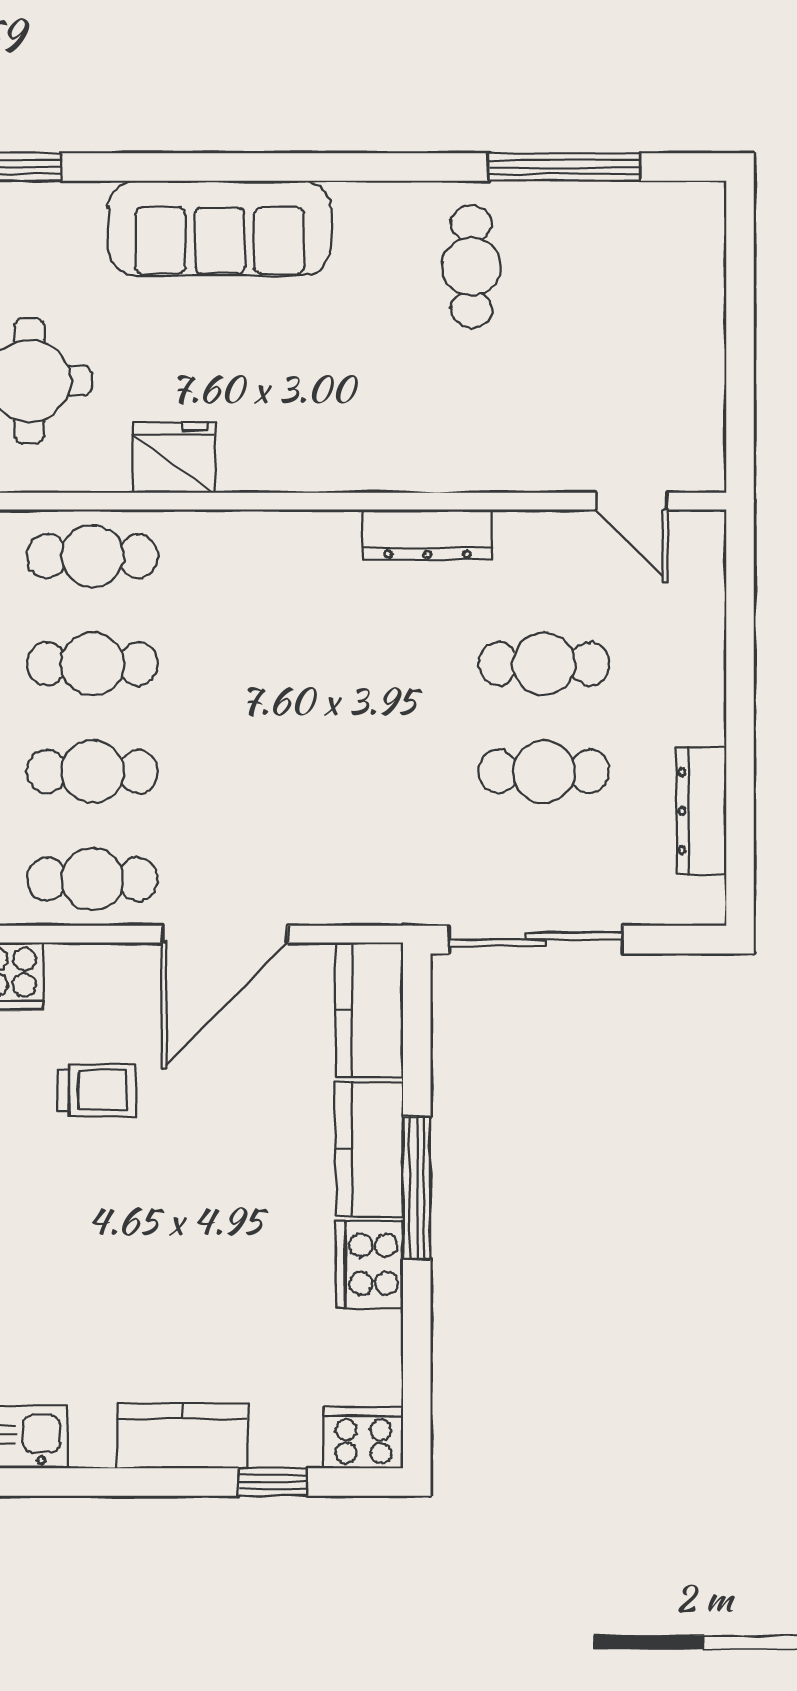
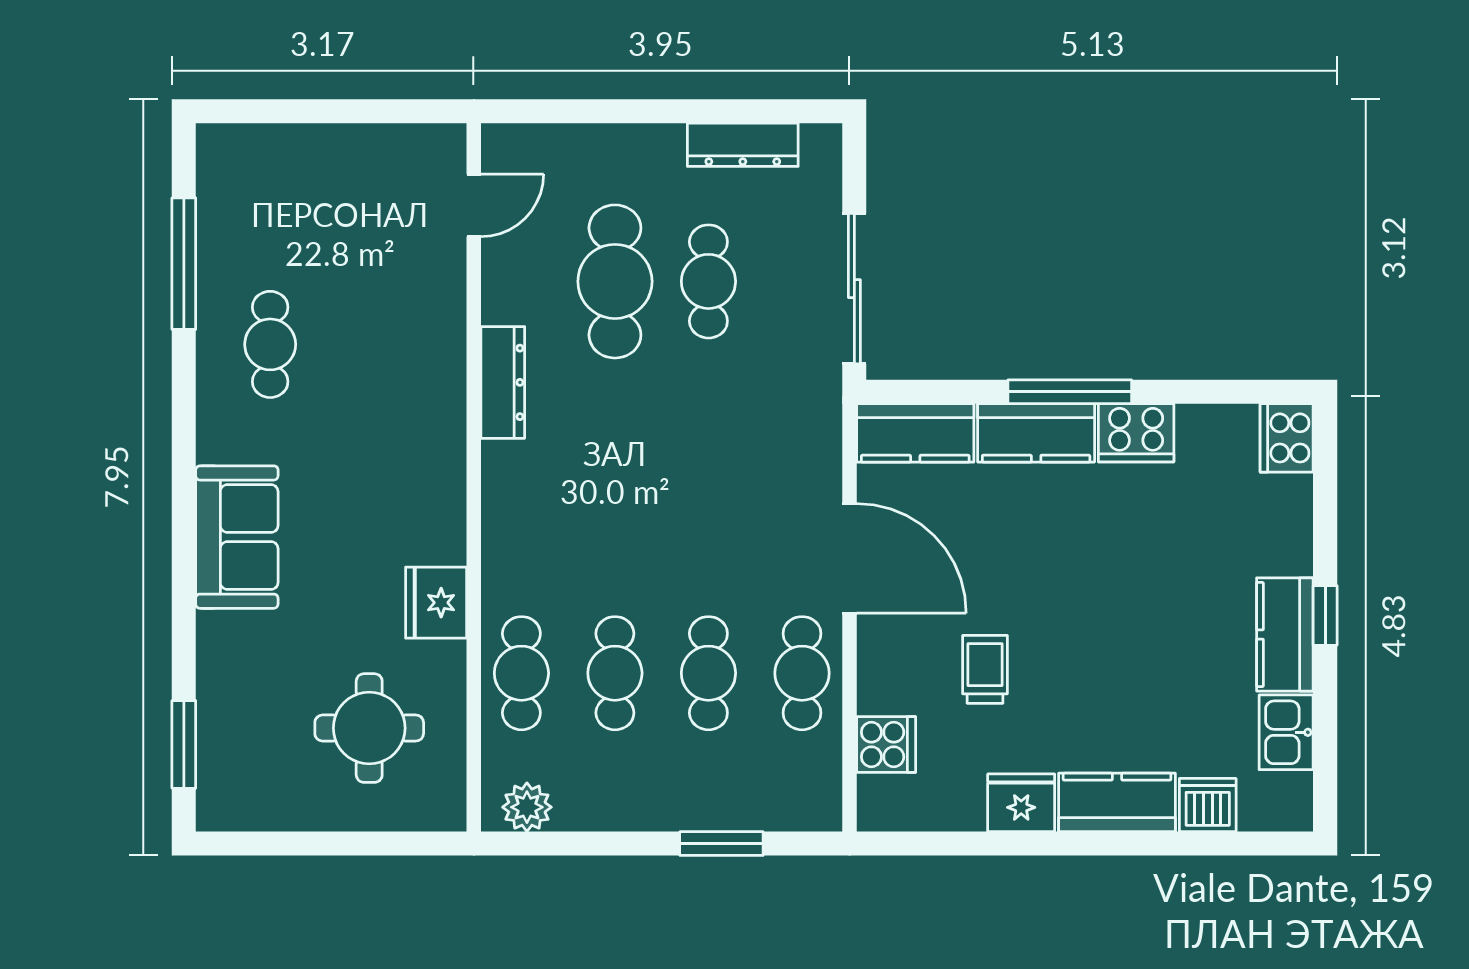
sofa: (220, 228) -> (237, 537), width x0.73
cafe table: (471, 266) -> (270, 344), turned 90
cafe table: (544, 664) -> (615, 281), width x1.37, depth x1.35
kitchen counter: (182, 1436) -> (1285, 634), moved
window: (272, 1482) -> (1325, 615), moved

